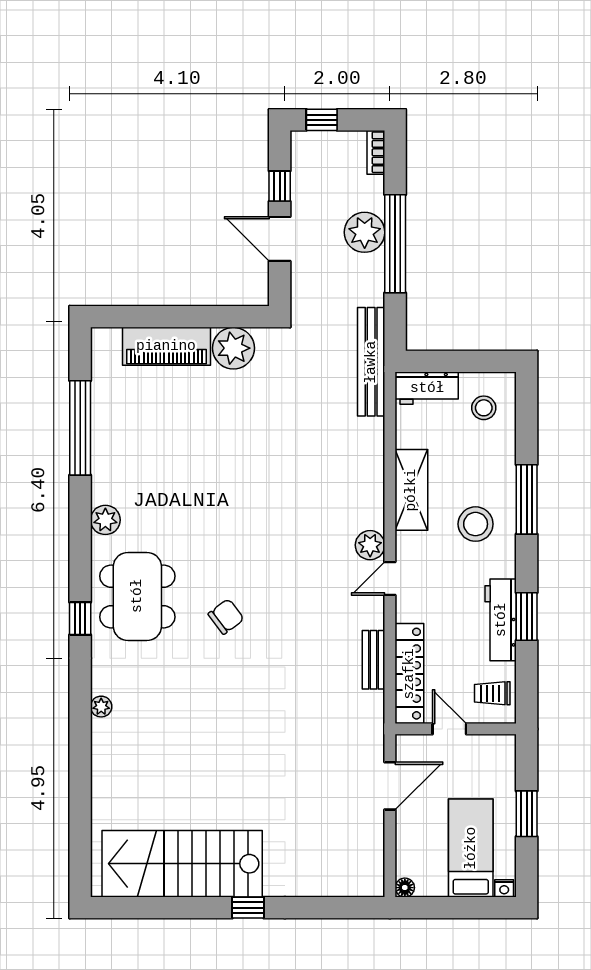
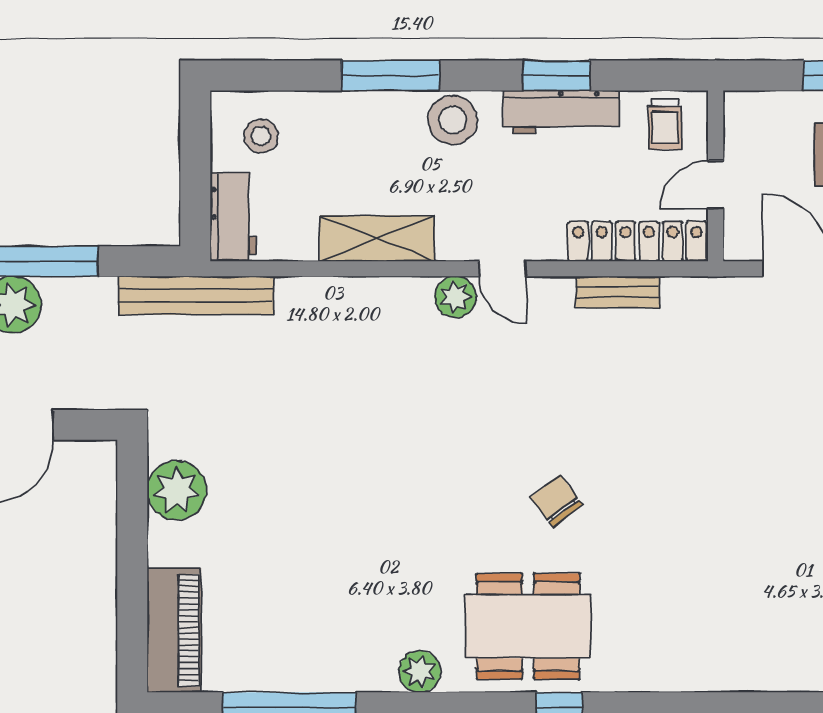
piano: (166, 346) -> (174, 630), moved
stool: (476, 524) -> (453, 120), moved
plant: (101, 707) -> (684, 678), removed

